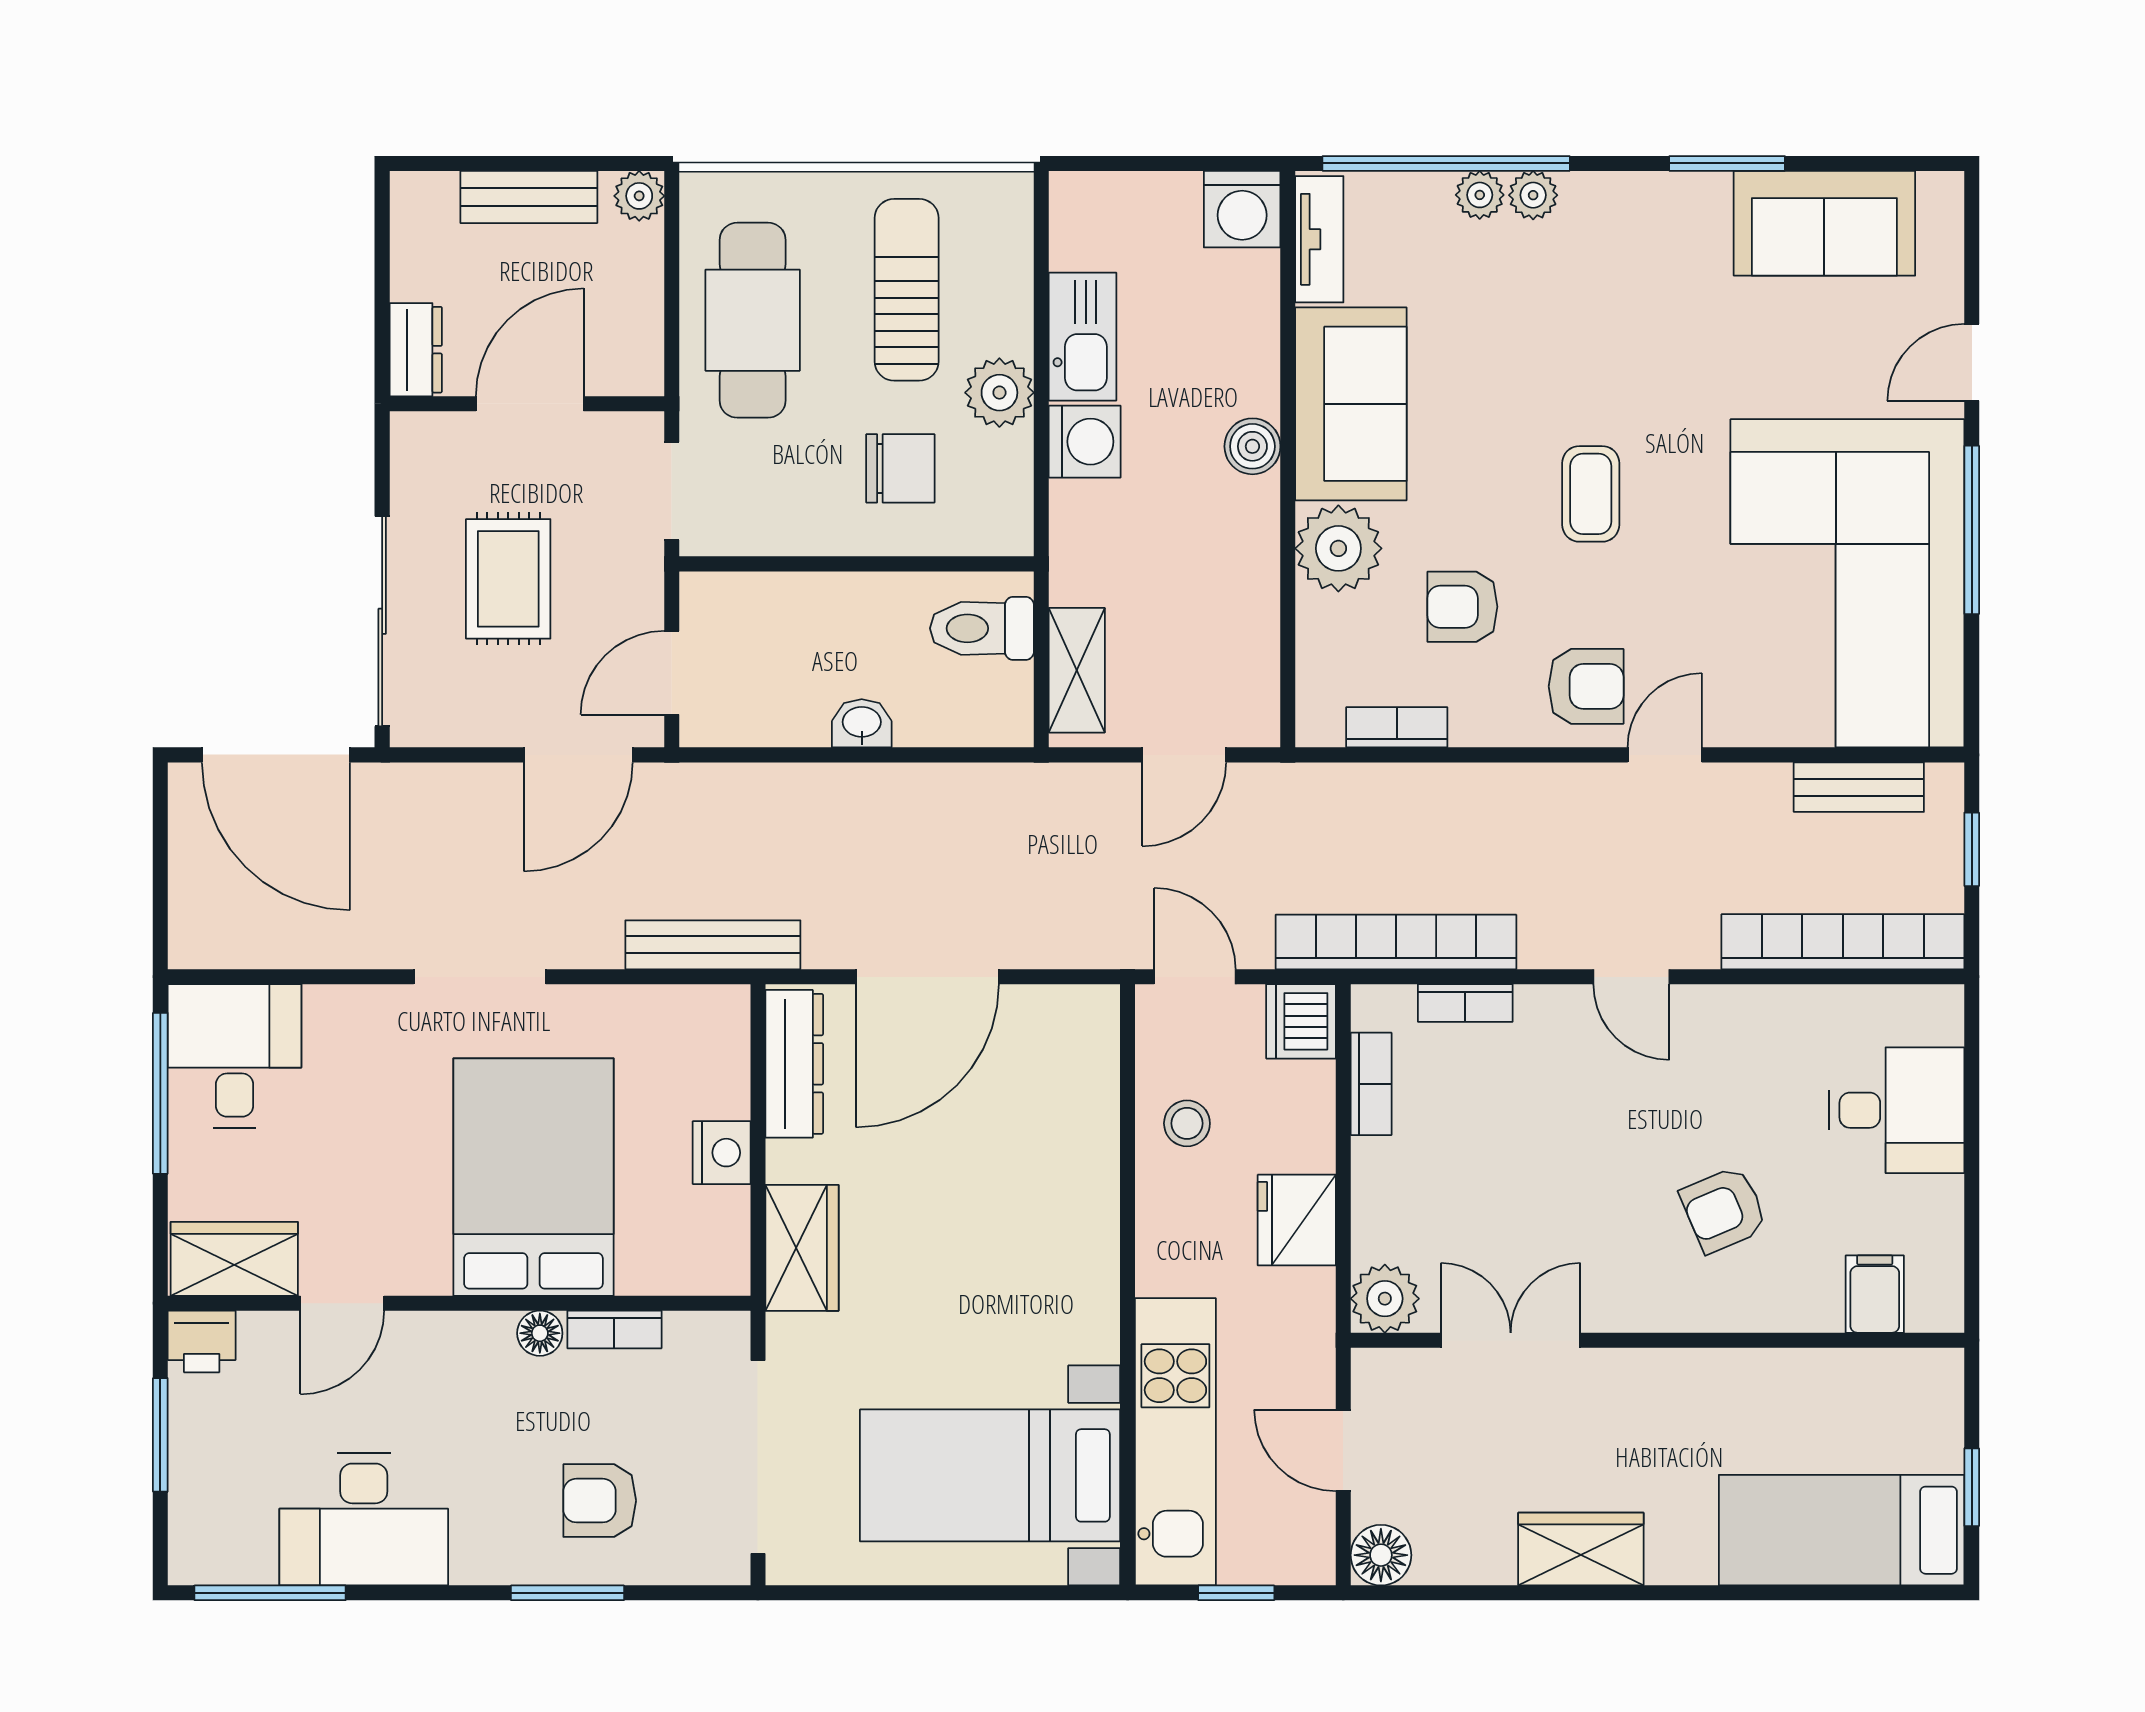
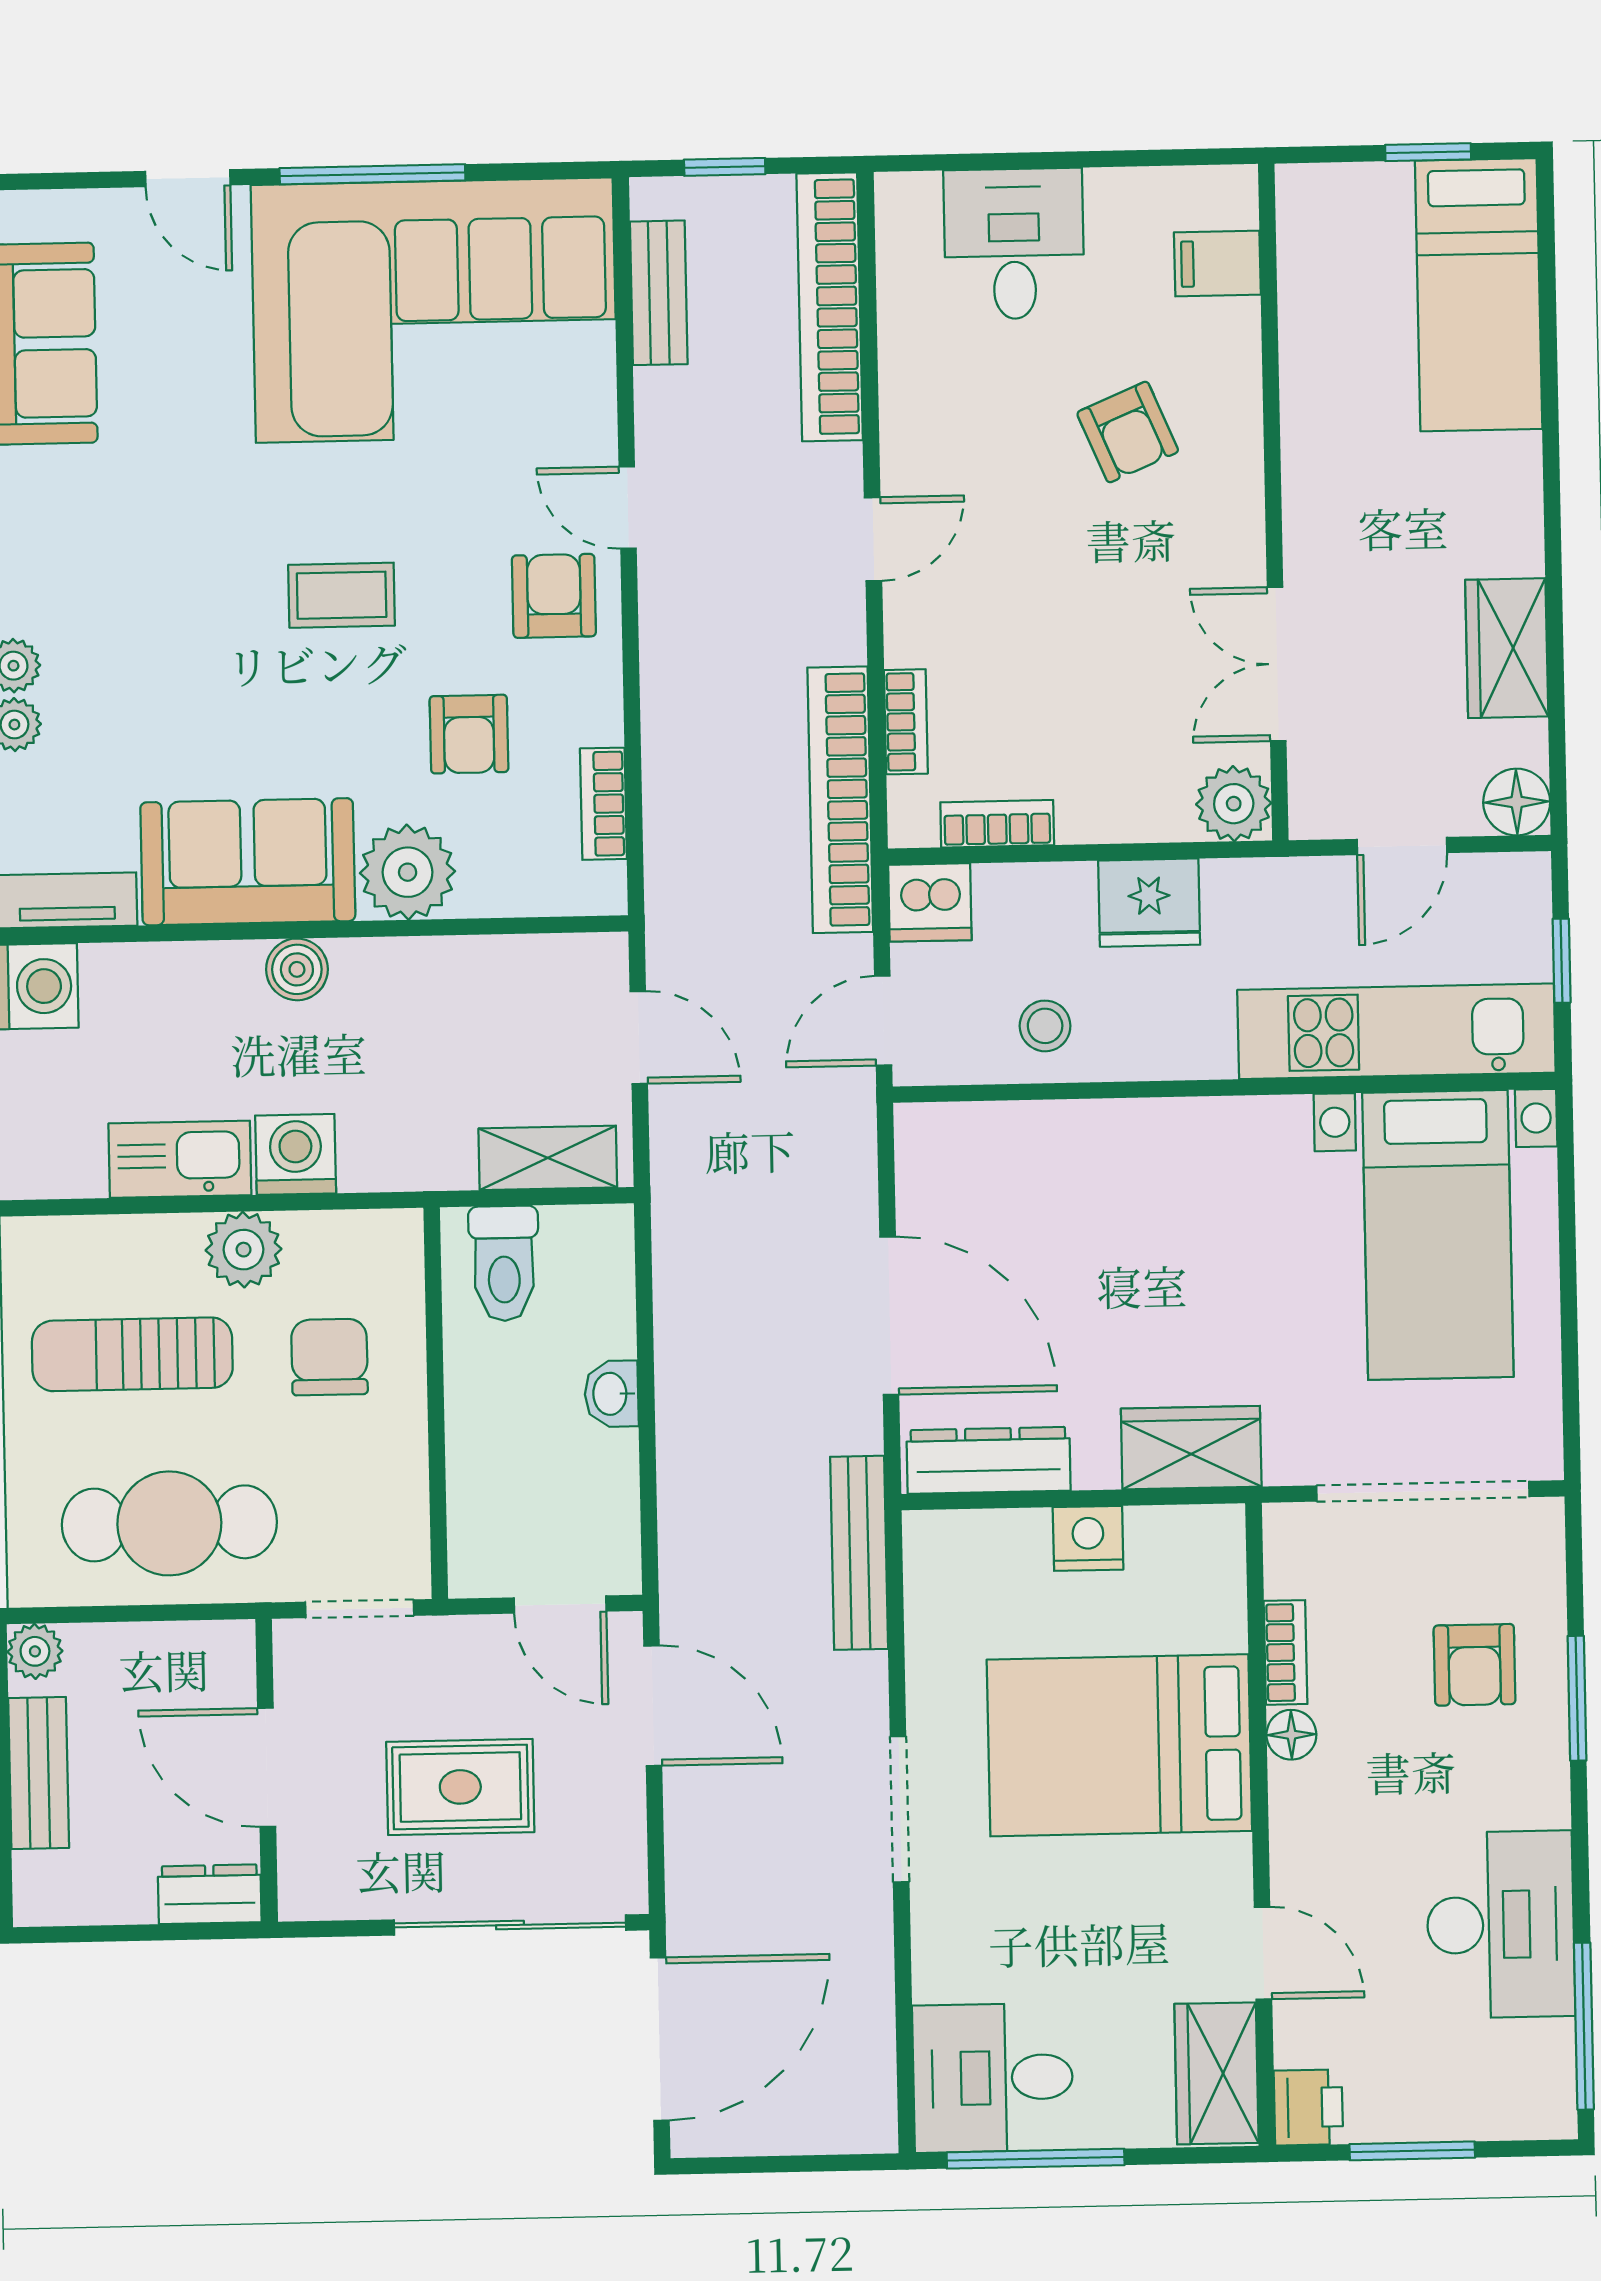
wardrobe: (1581, 1549) -> (1507, 648), moved

